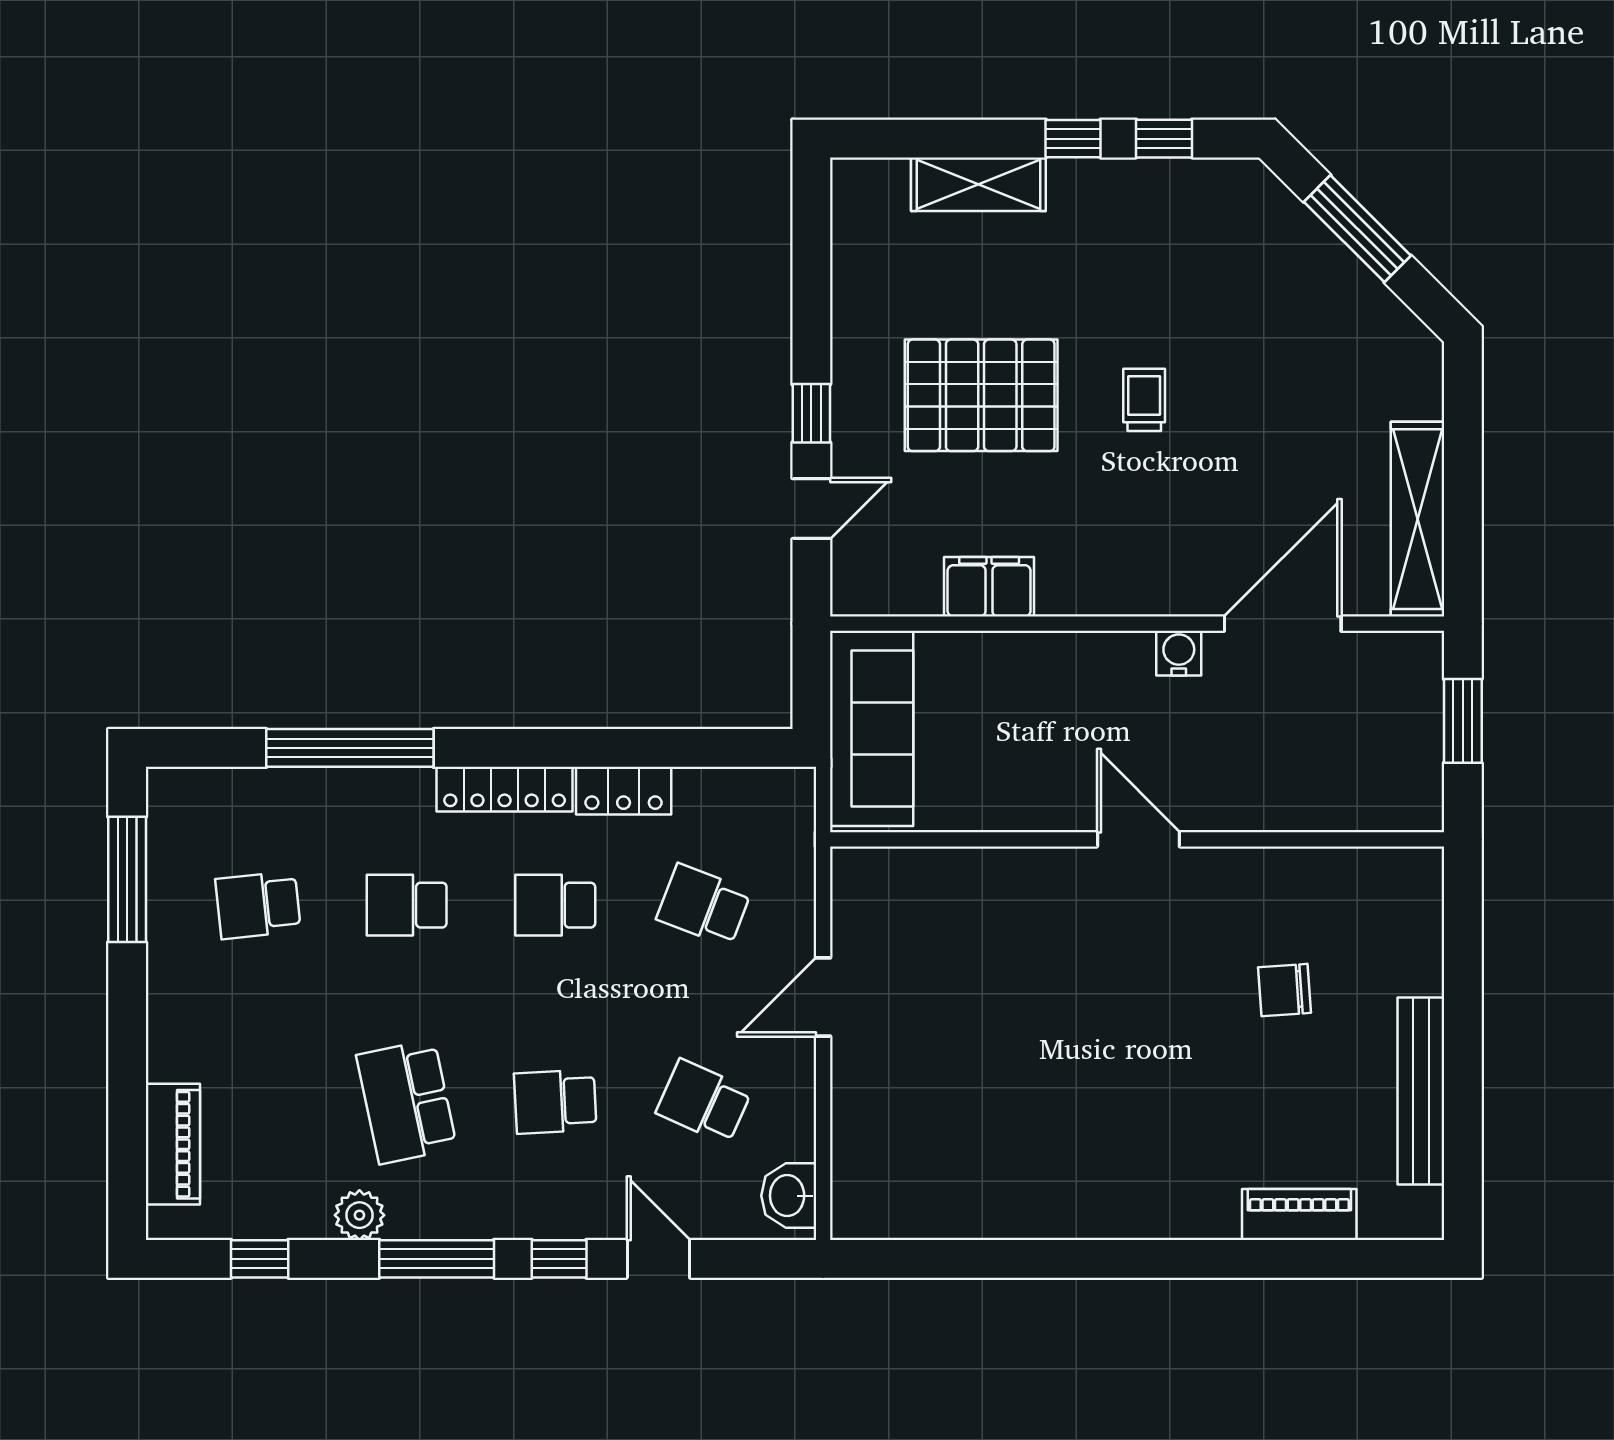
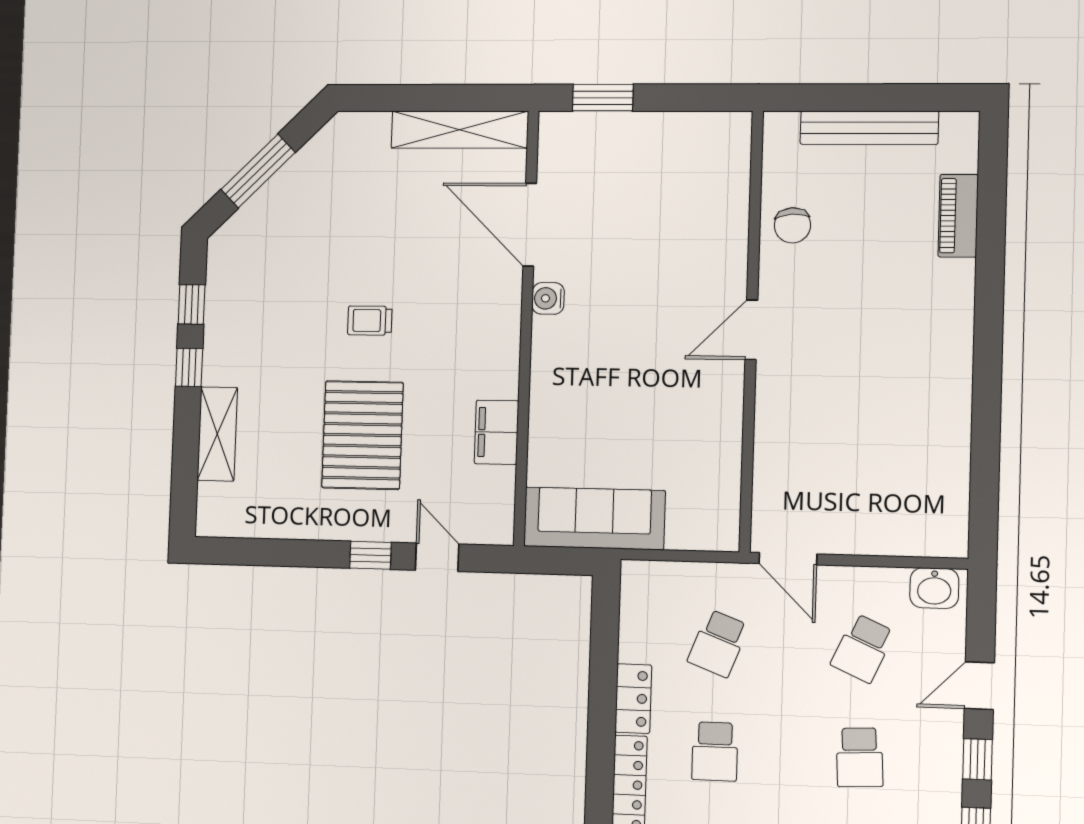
wall: (1137, 839) -> (751, 331), moved
door: (1138, 839) -> (751, 330), moved

